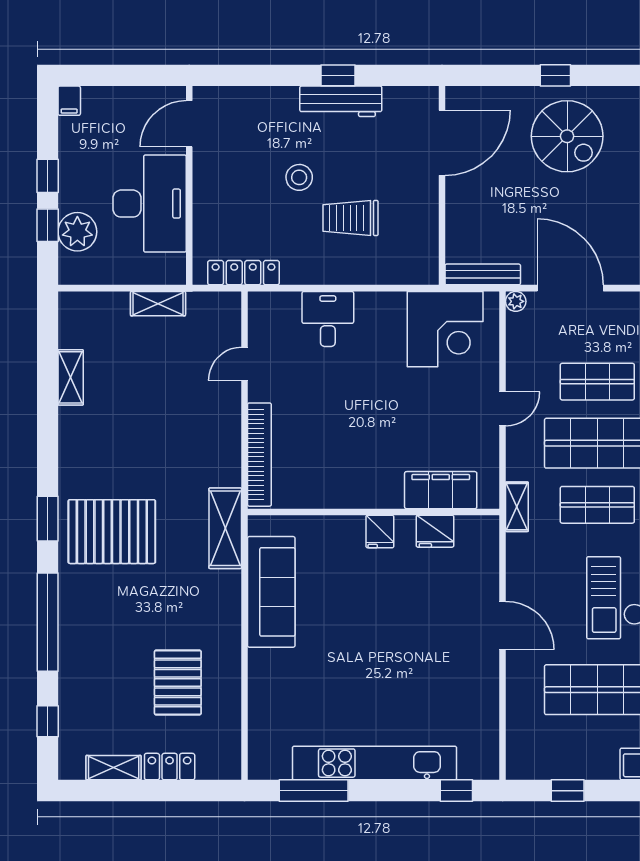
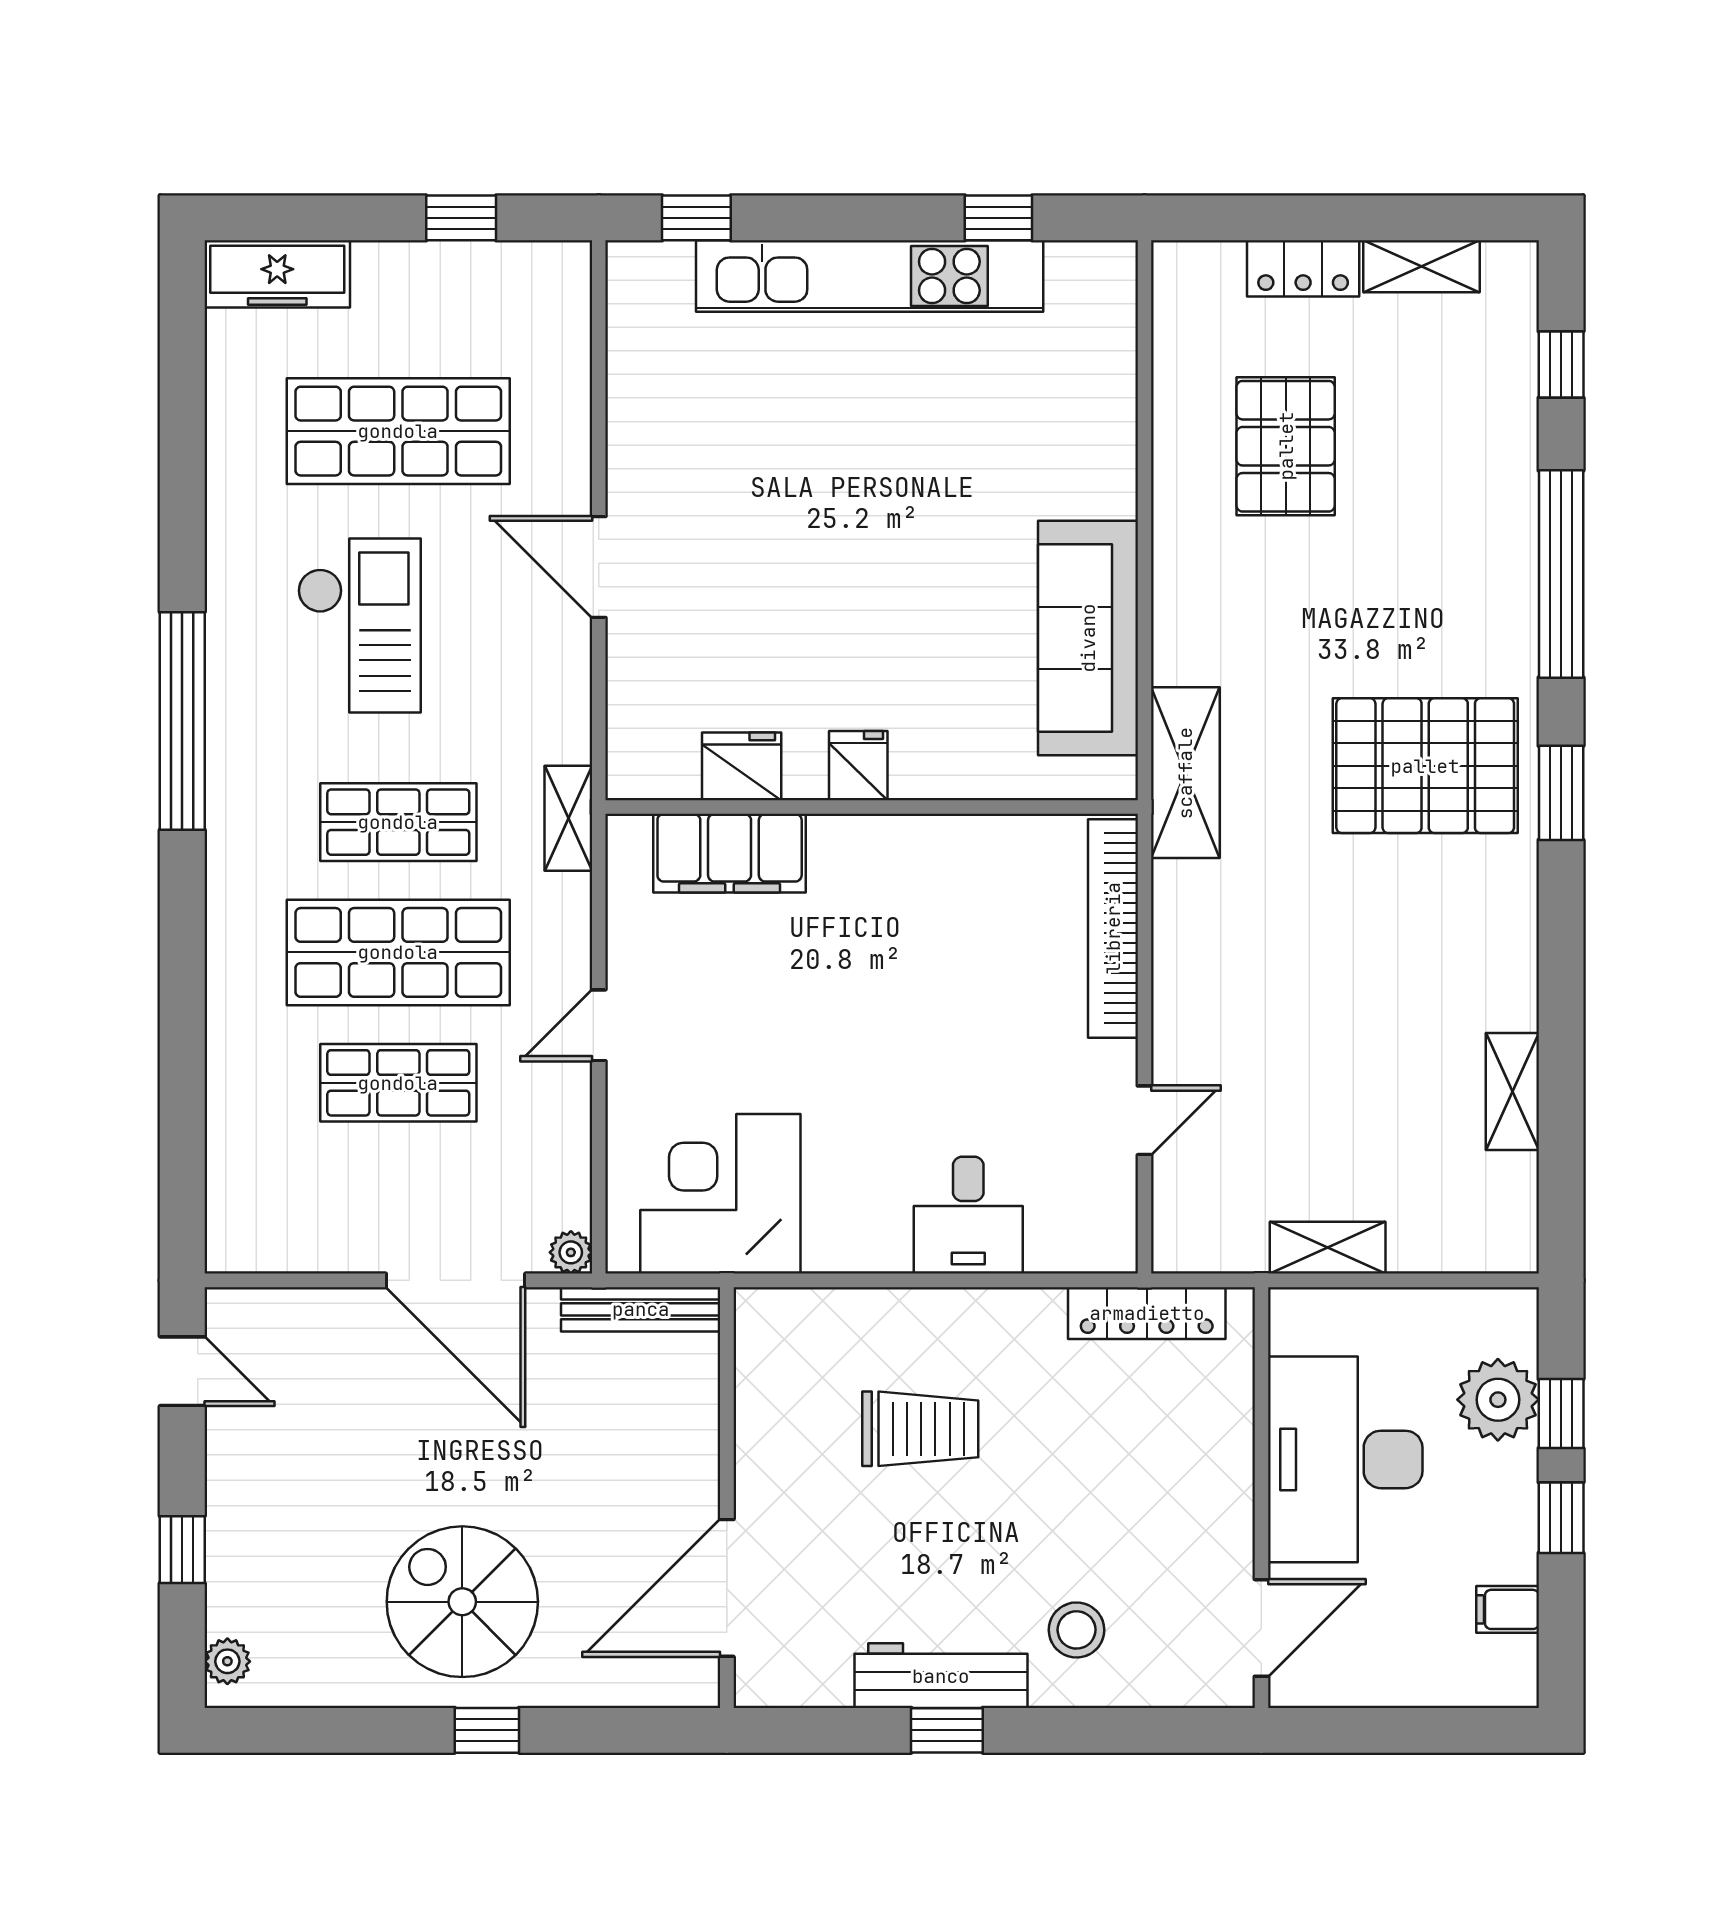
filing cabinet: (69, 101) -> (1508, 1609), moved, turned -90
stool: (299, 177) -> (1077, 1630), moved
window: (314, 791) -> (998, 218), width x0.46

